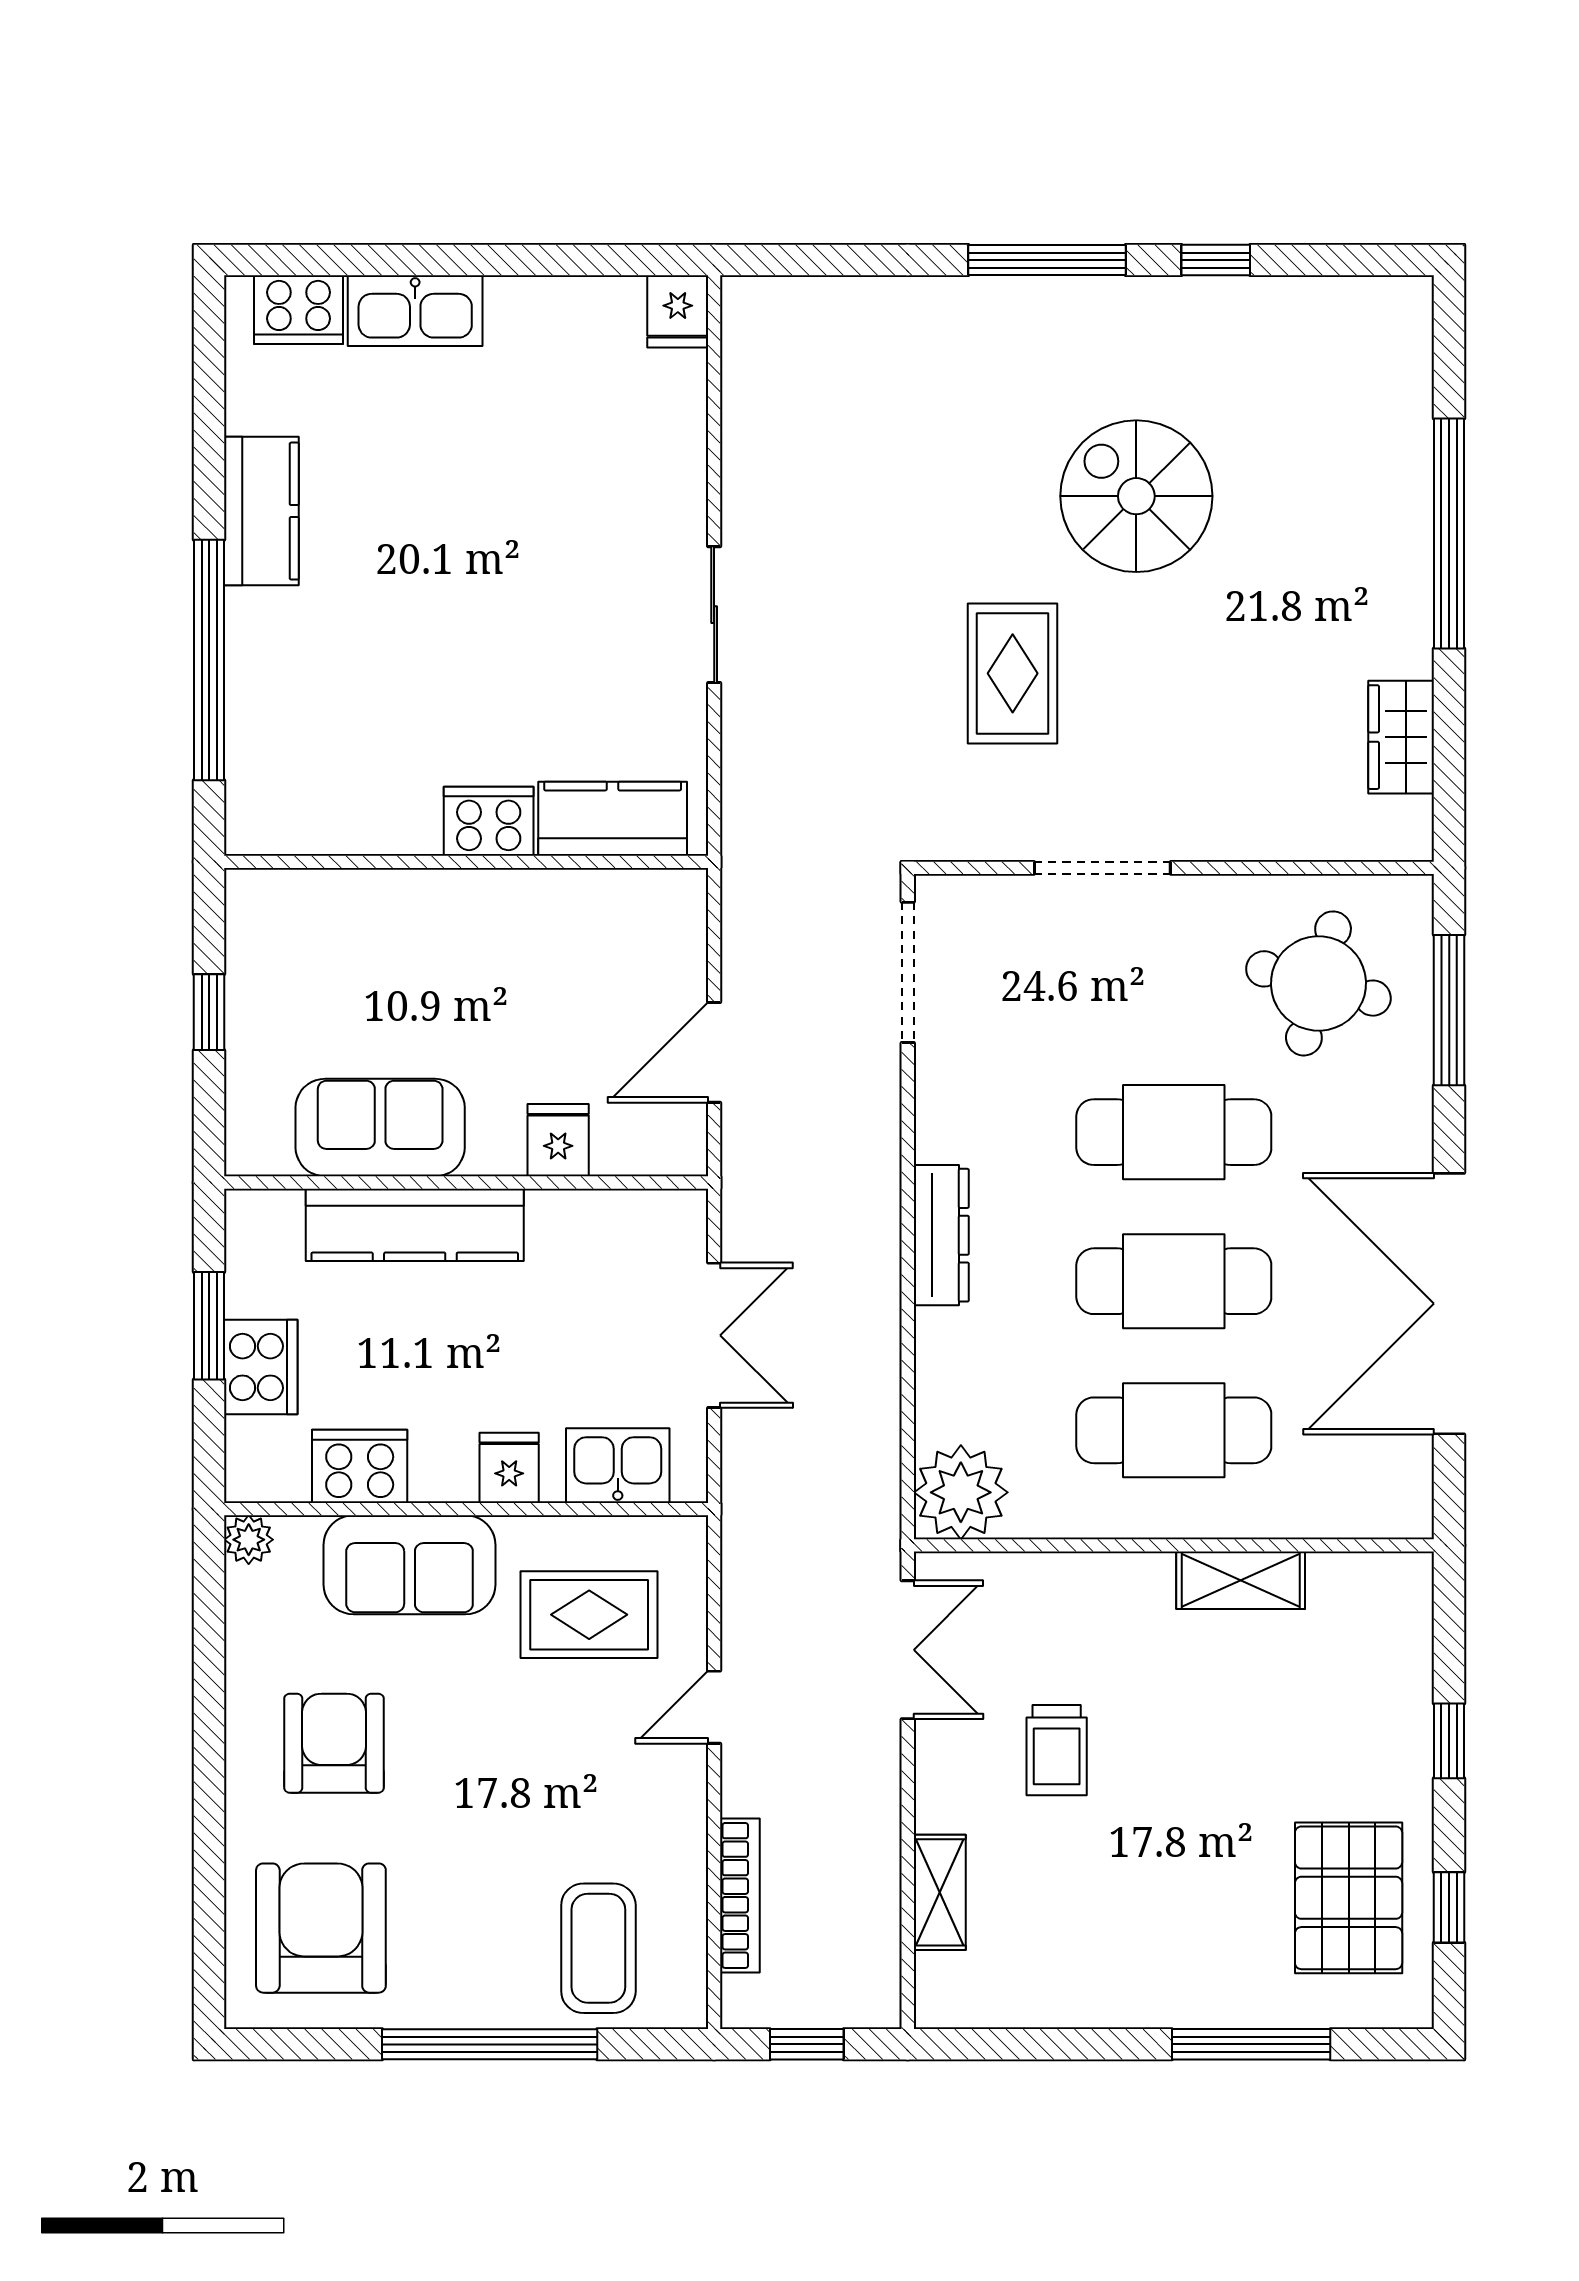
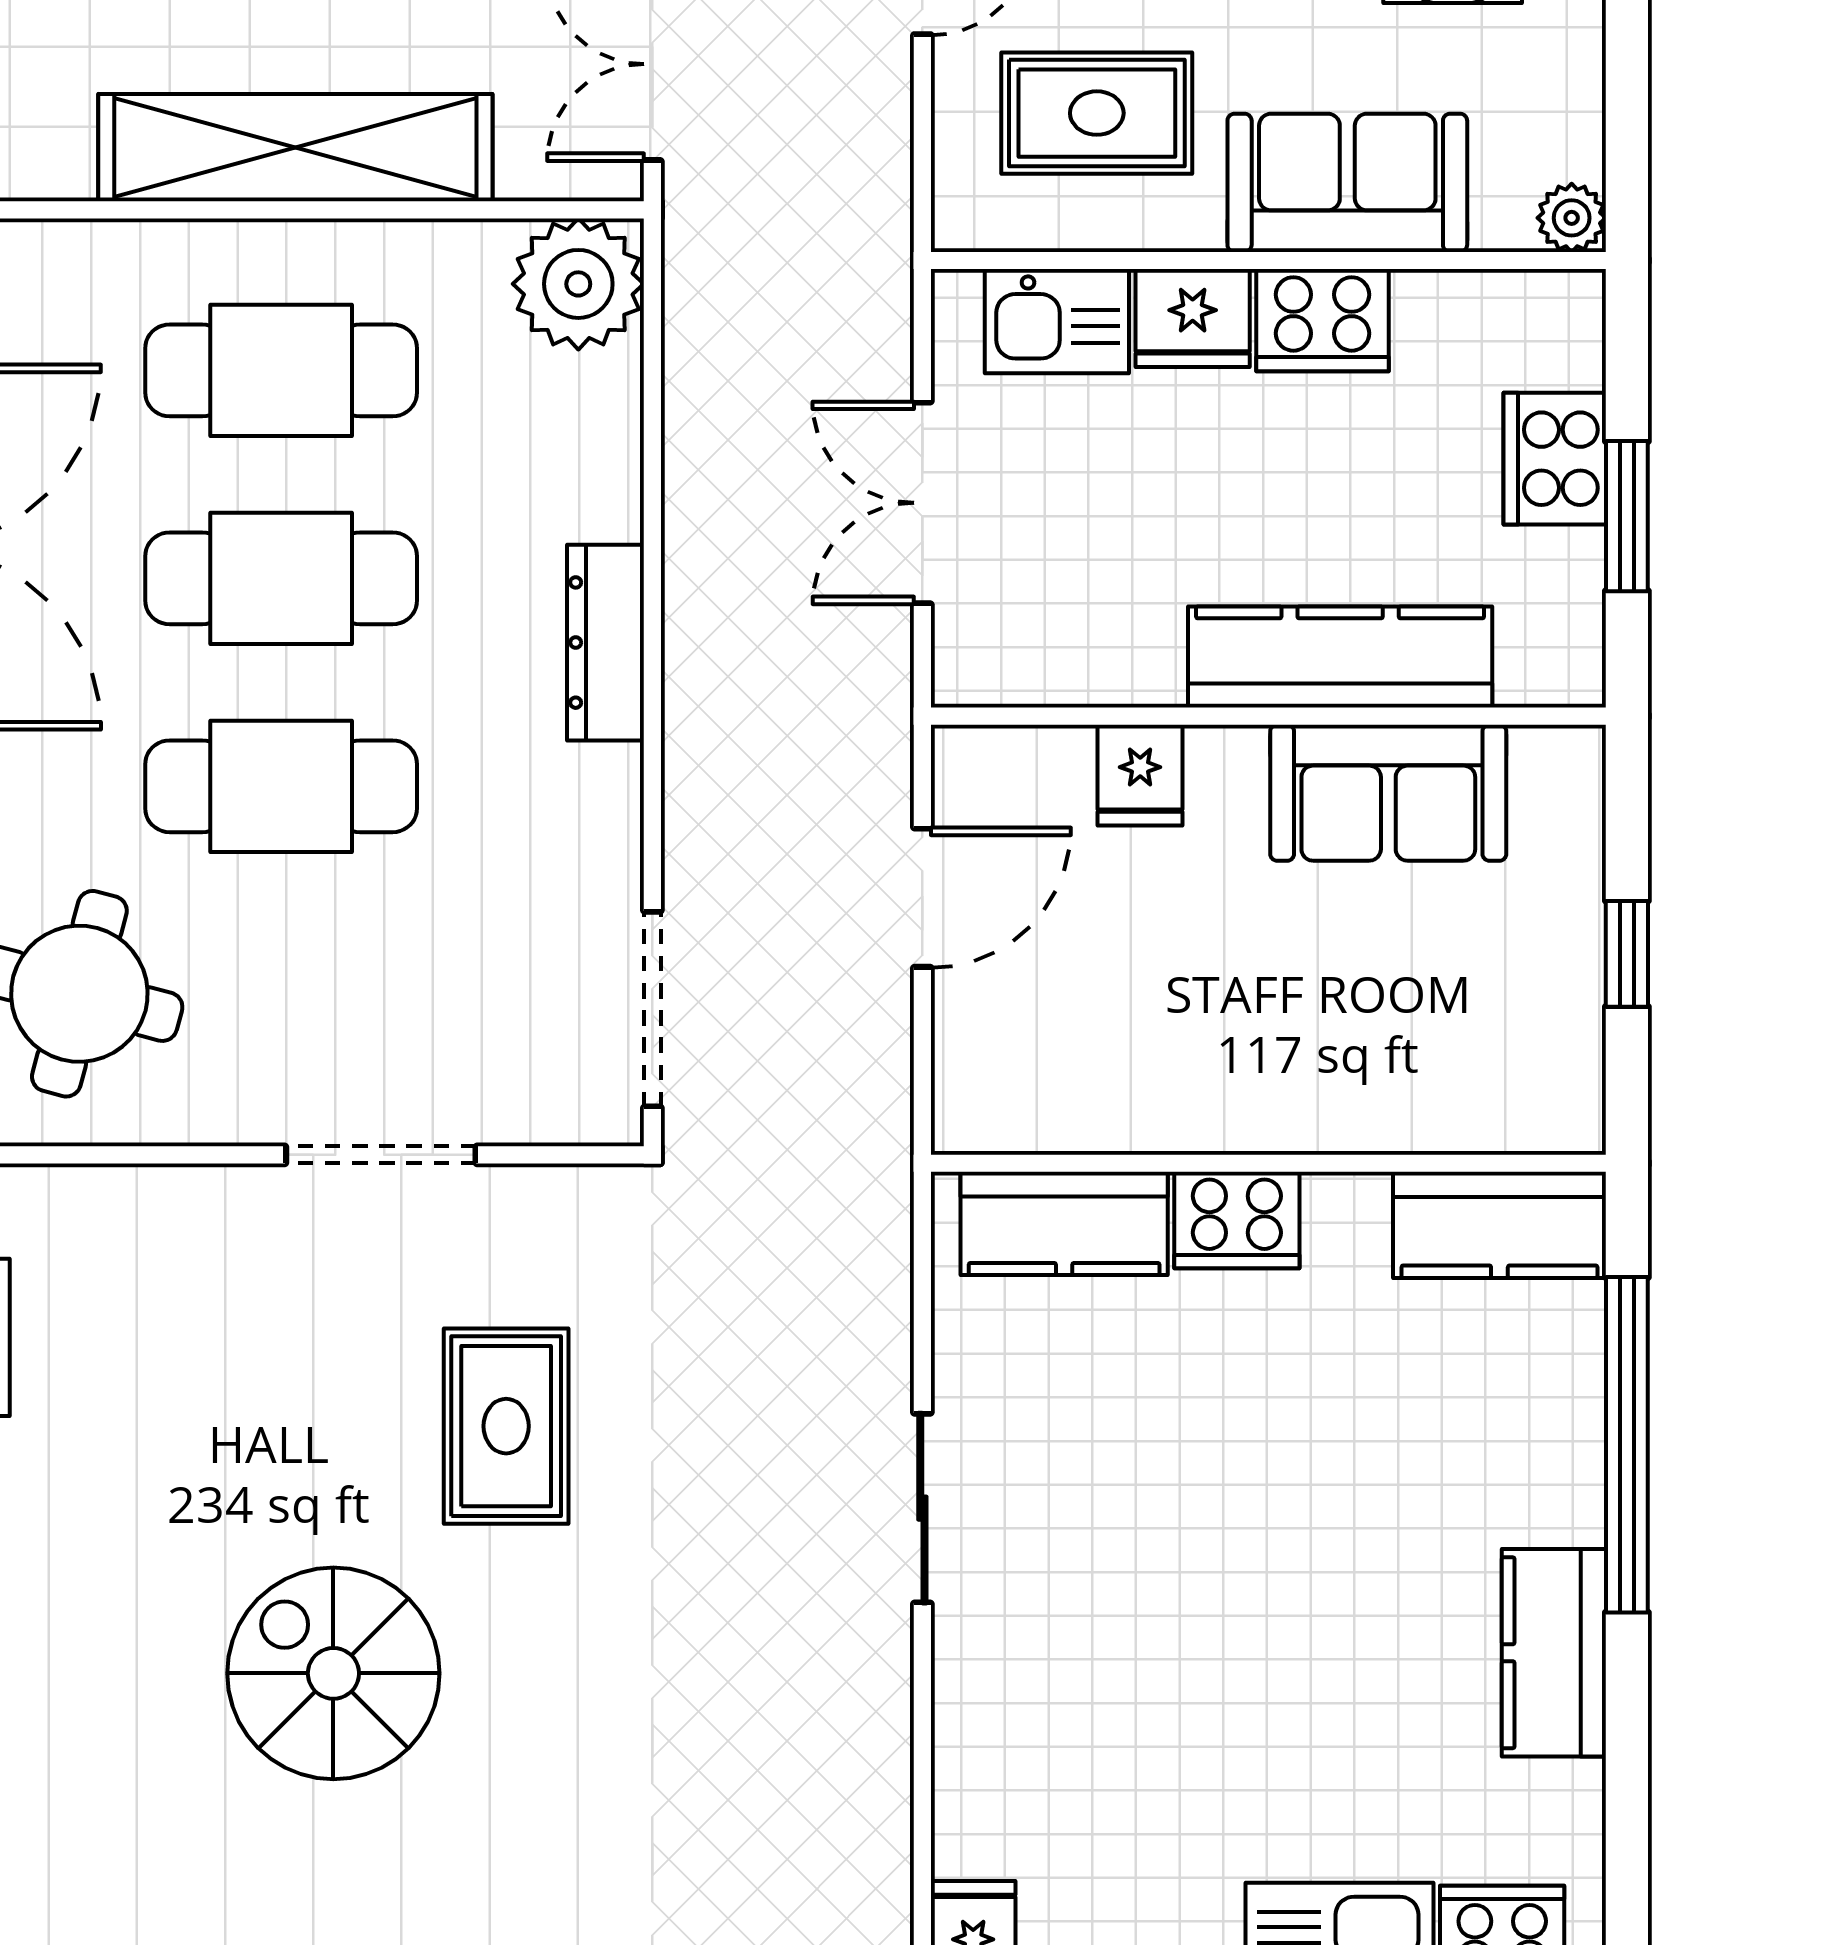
spiral stairs: (1136, 496) -> (333, 1673), turned 180
kitchen counter: (300, 818) -> (1499, 1225), added
cooker: (360, 1466) -> (1323, 320), moved
fridge: (509, 1468) -> (1193, 318), width x1.38
shelving: (1241, 1580) -> (295, 148), width x2.20, depth x1.33

